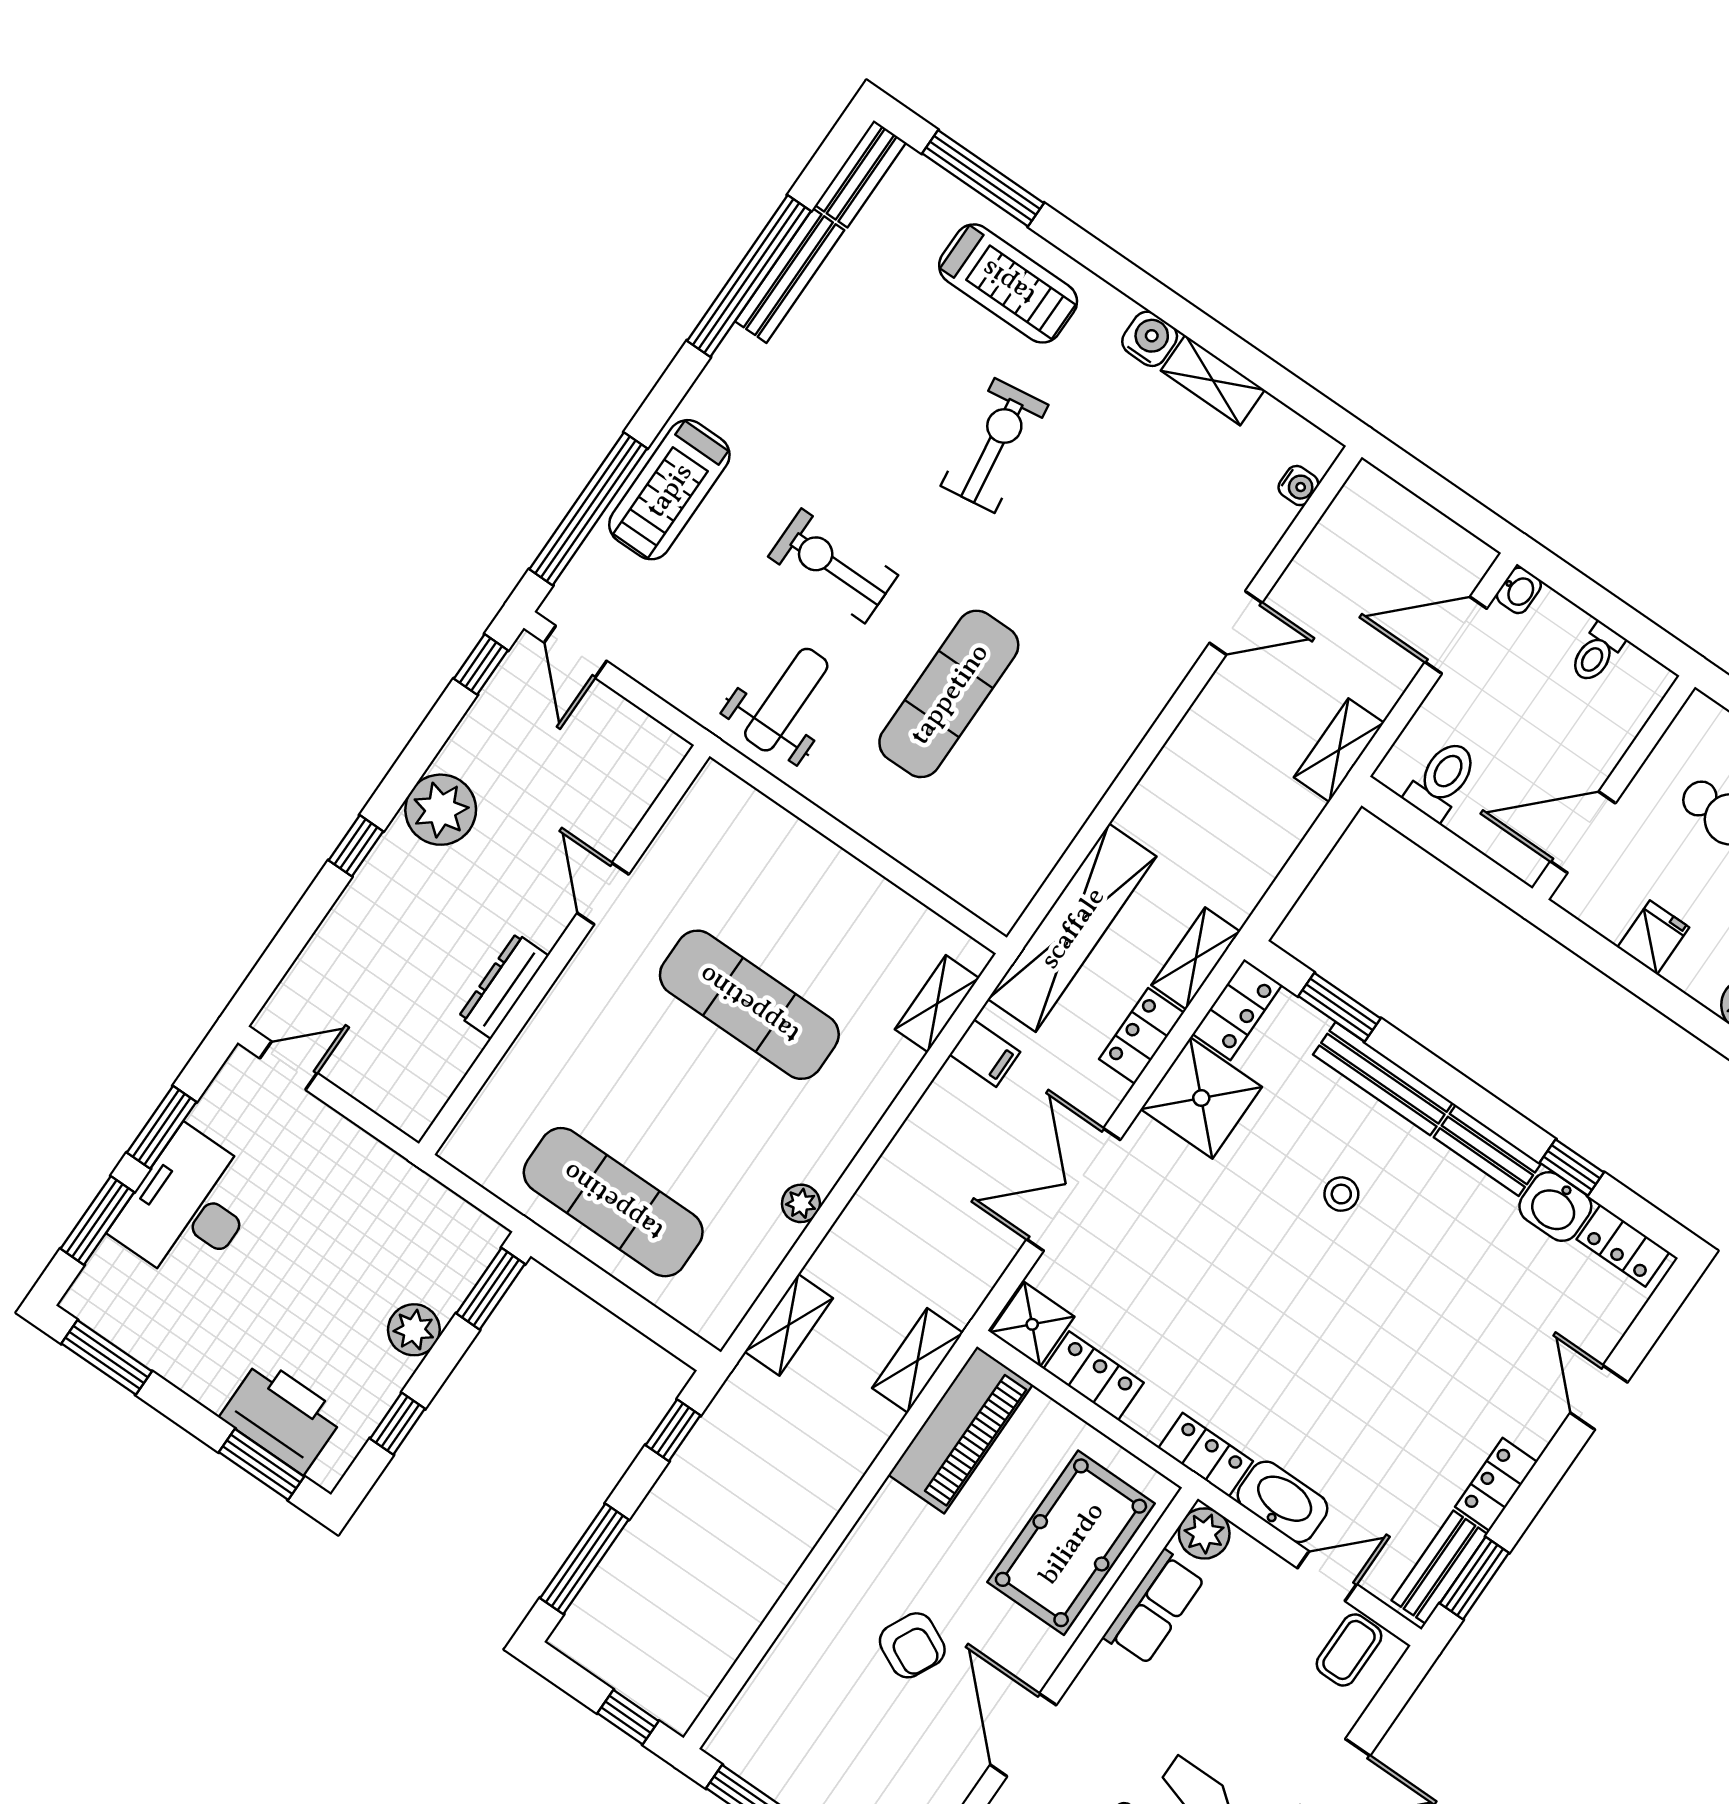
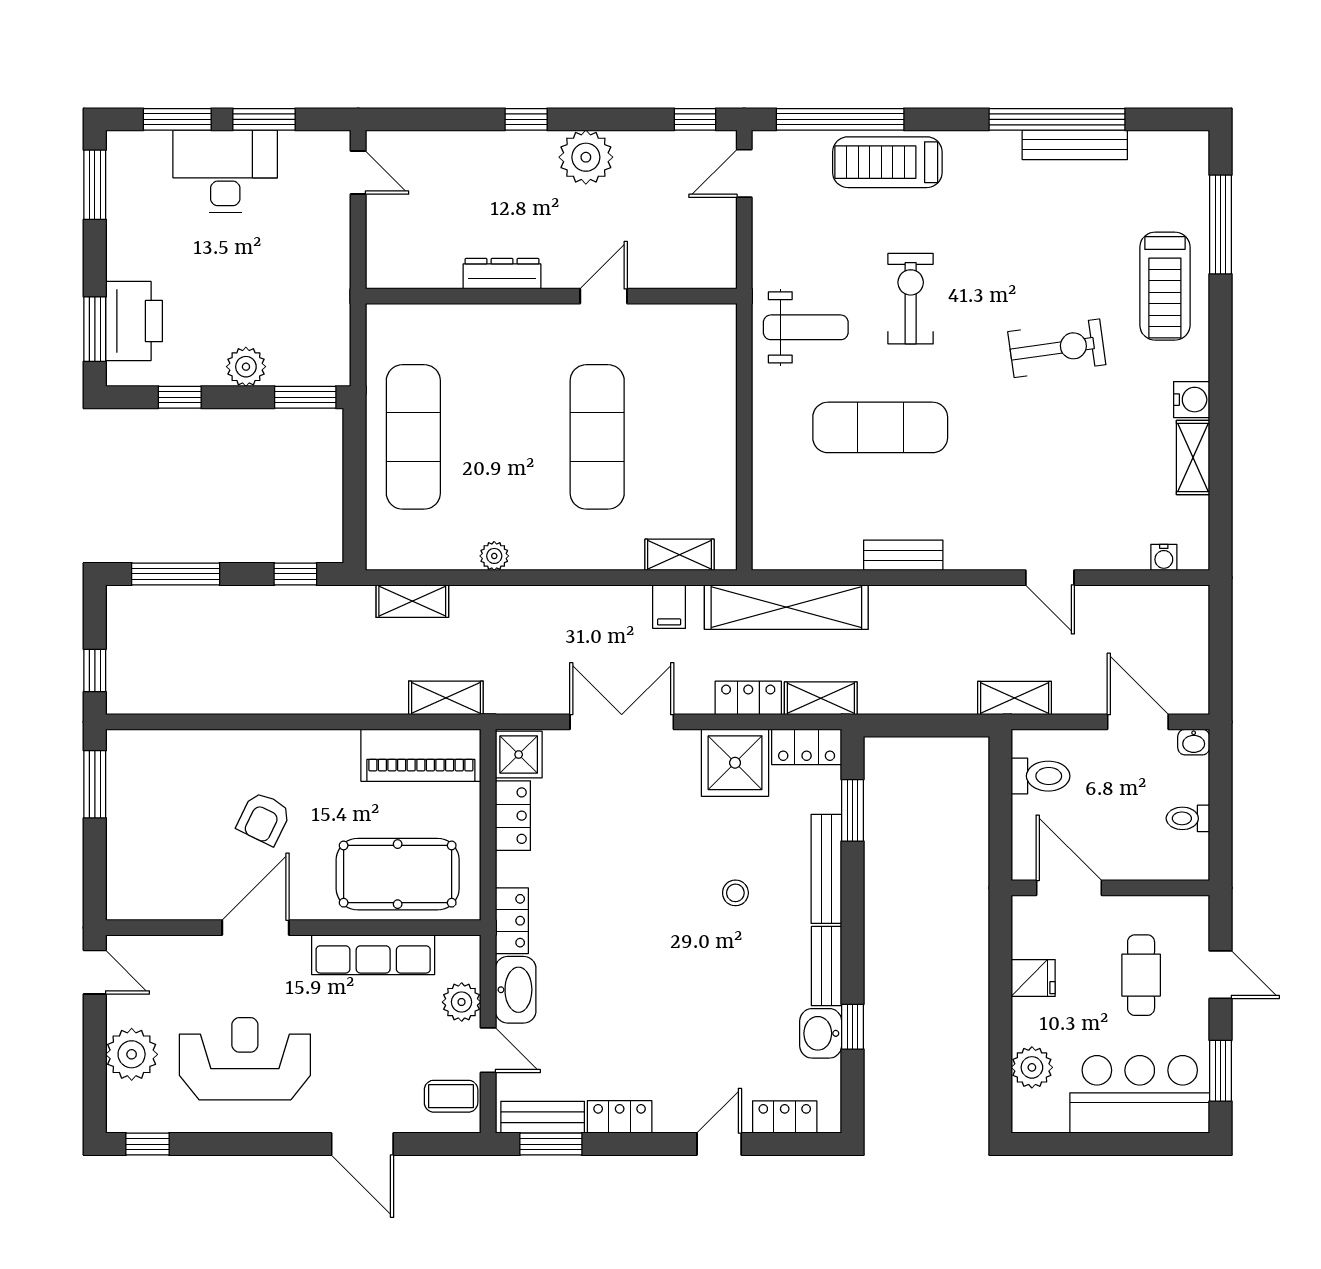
bench: (861, 174) -> (903, 555), moved
locker: (1623, 1246) -> (785, 1117), moved, turned 90
plant: (1204, 1533) -> (462, 1002), moved
row of seats: (1154, 1607) -> (373, 955), width x1.48

